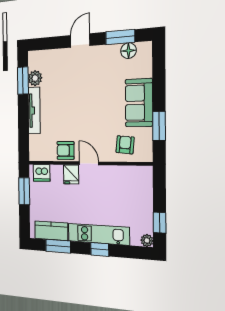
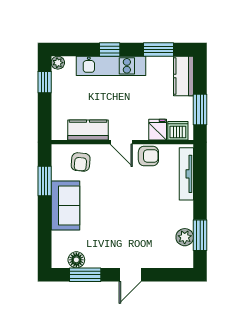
tv unit: (34, 111) -> (186, 174), moved
fridge: (71, 174) -> (158, 130), moved
kitchen counter: (118, 175) -> (88, 130), added
kitchen counter: (51, 231) -> (183, 76), moved, turned 90

